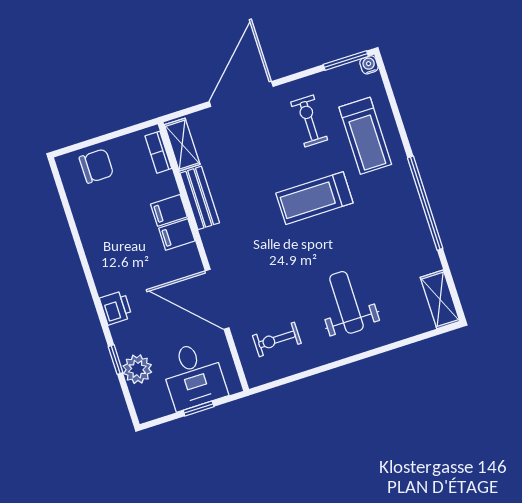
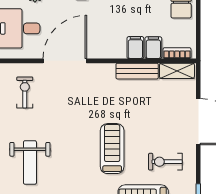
exercise bike: (309, 121) -> (165, 162), turned 180
filing cabinet: (177, 234) -> (153, 48), moved
weight bench: (347, 302) -> (30, 162), moved, turned 90

